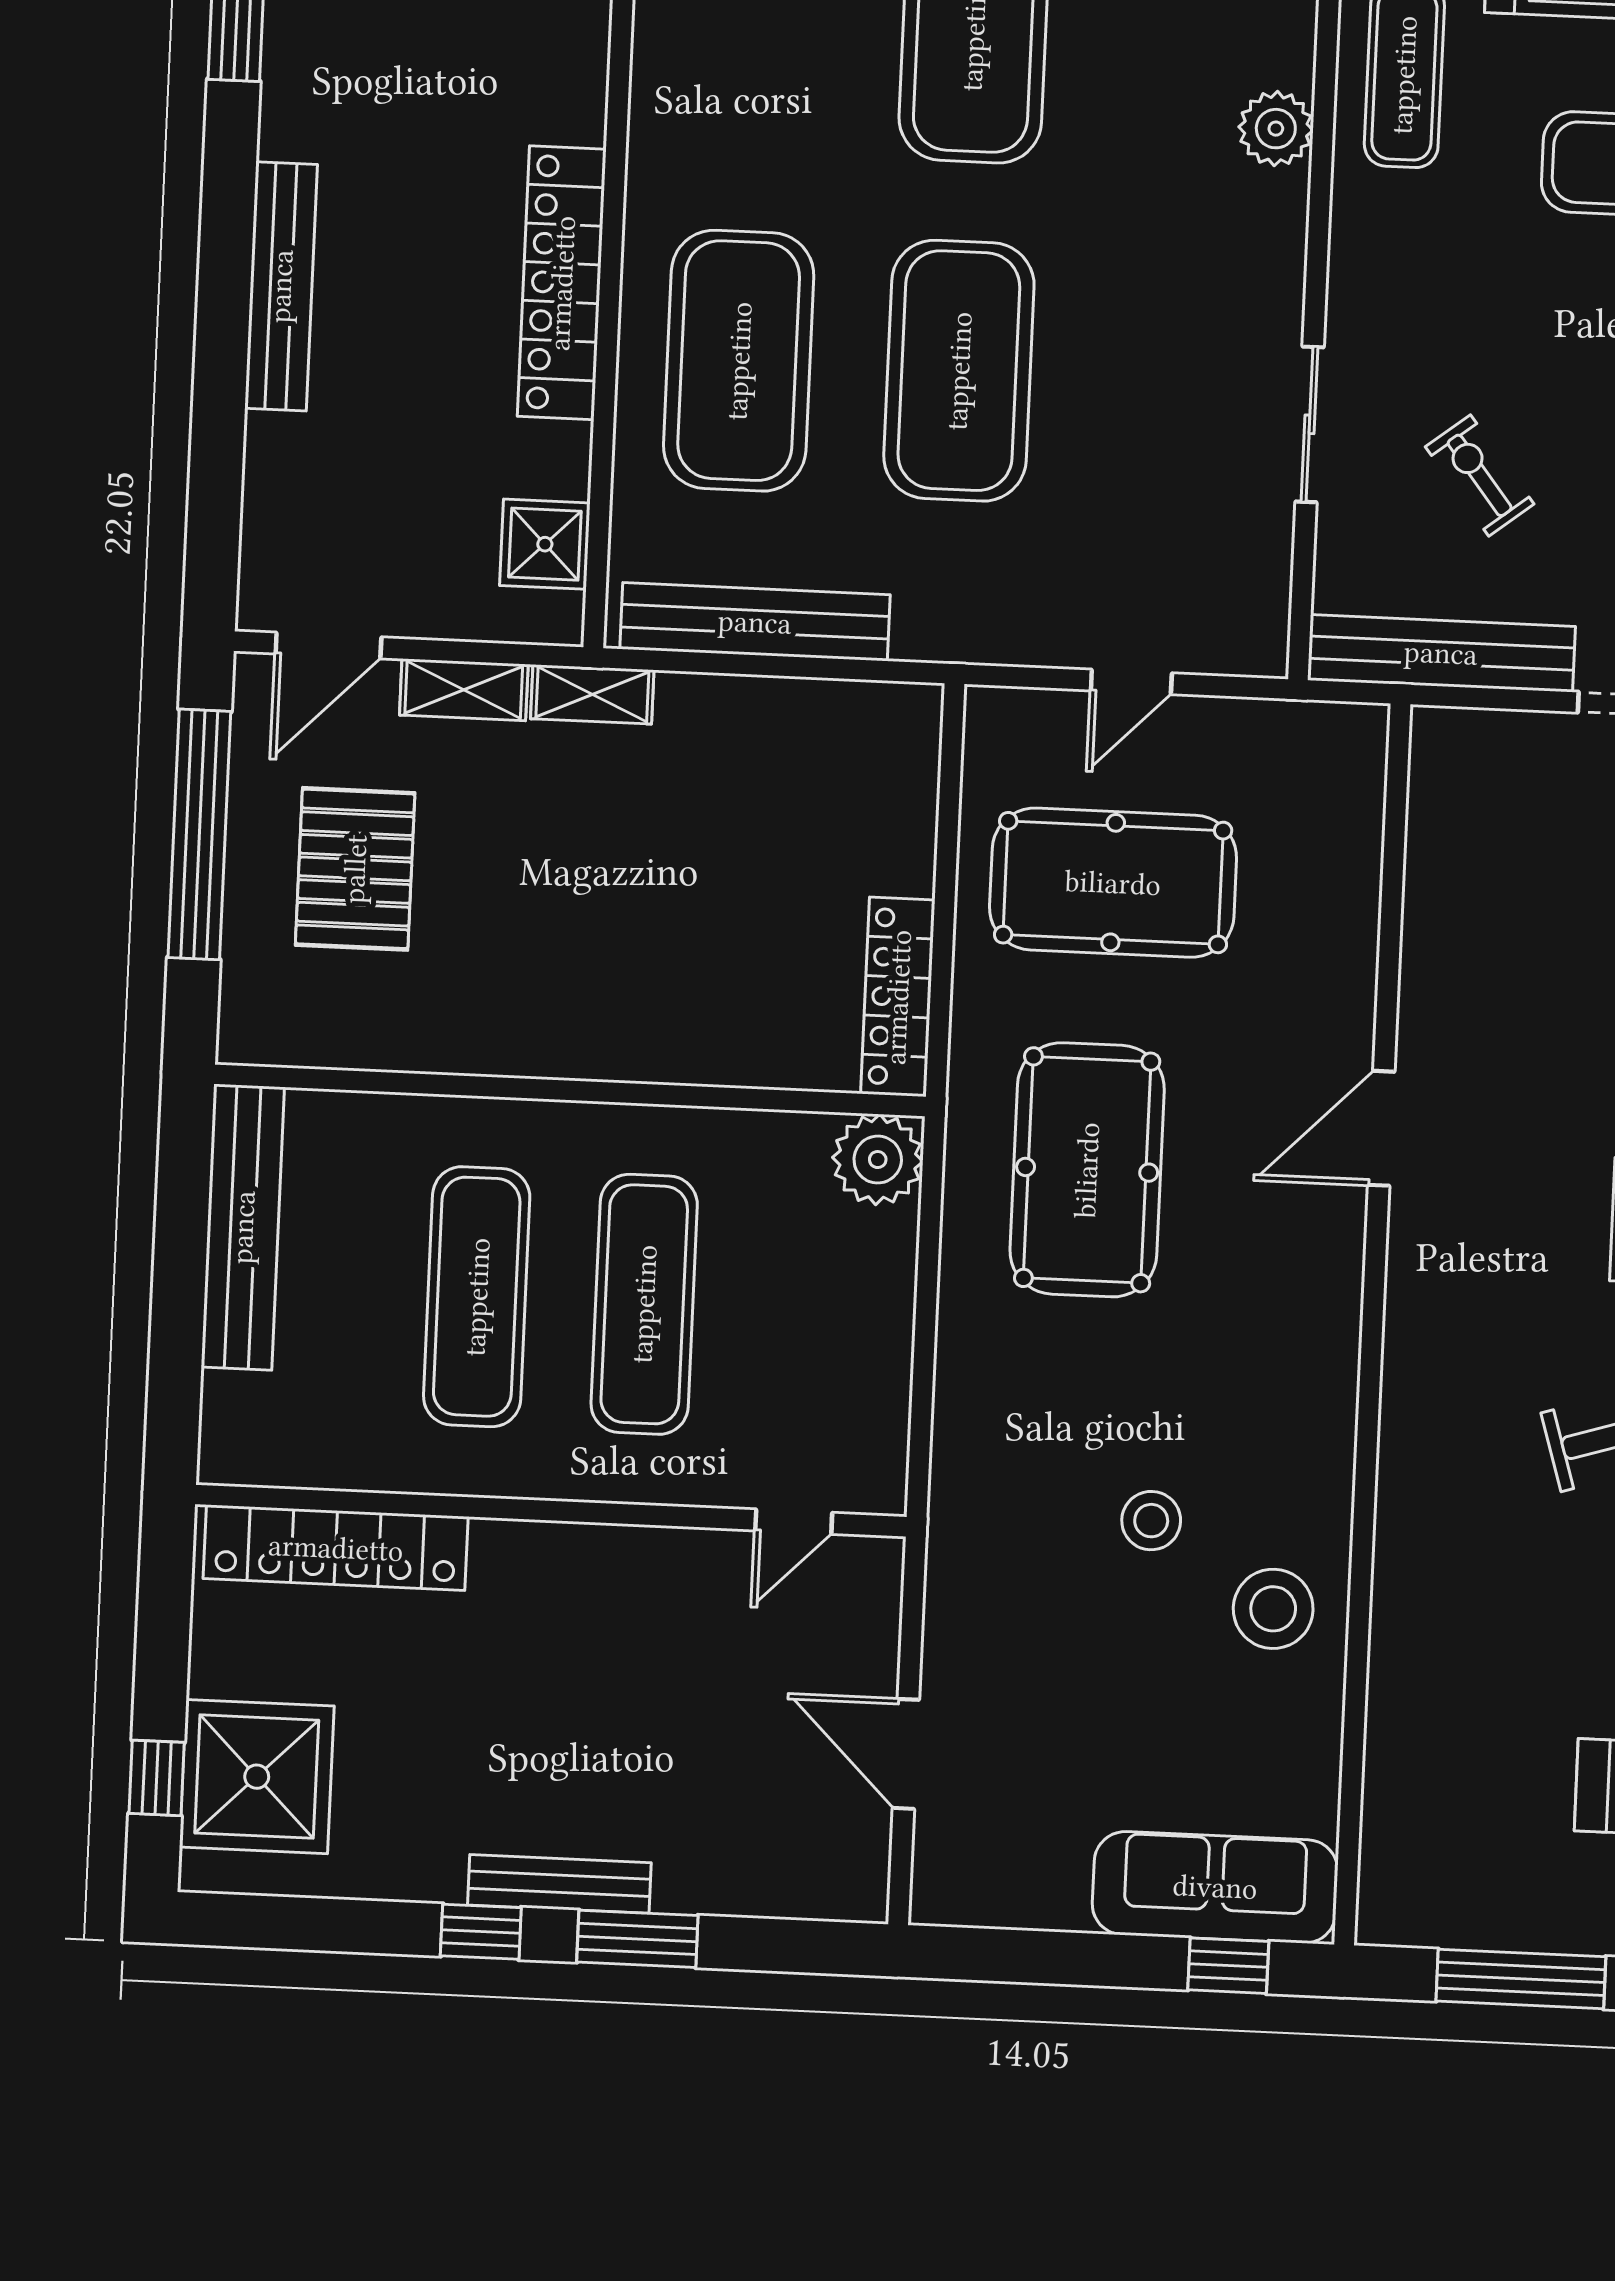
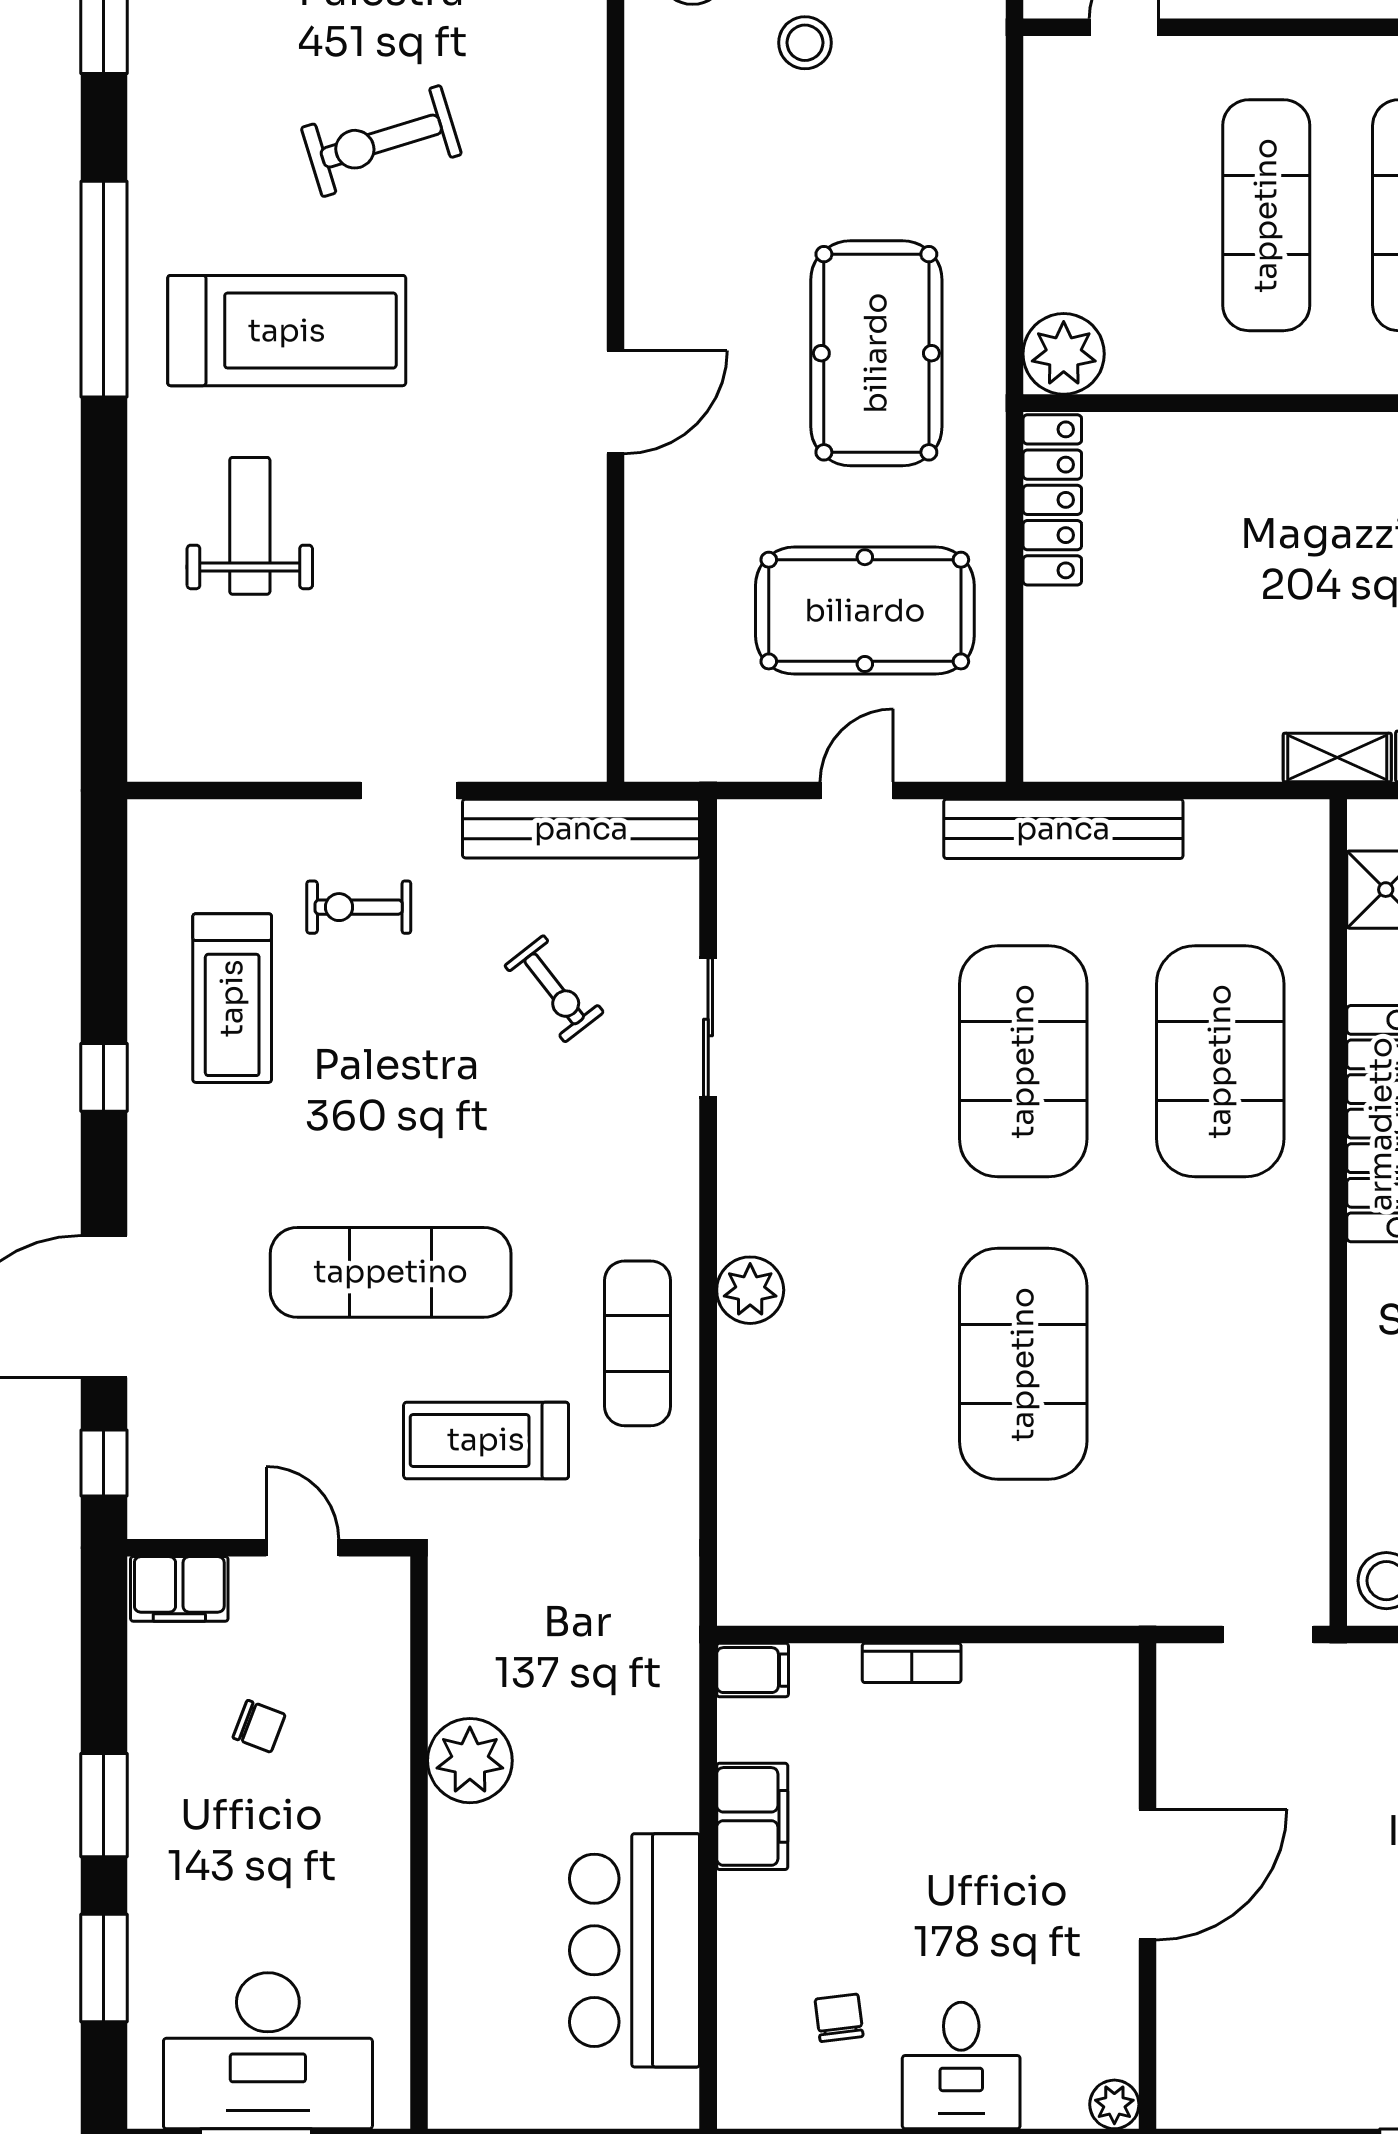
bench: (755, 622) -> (1063, 829), moved

